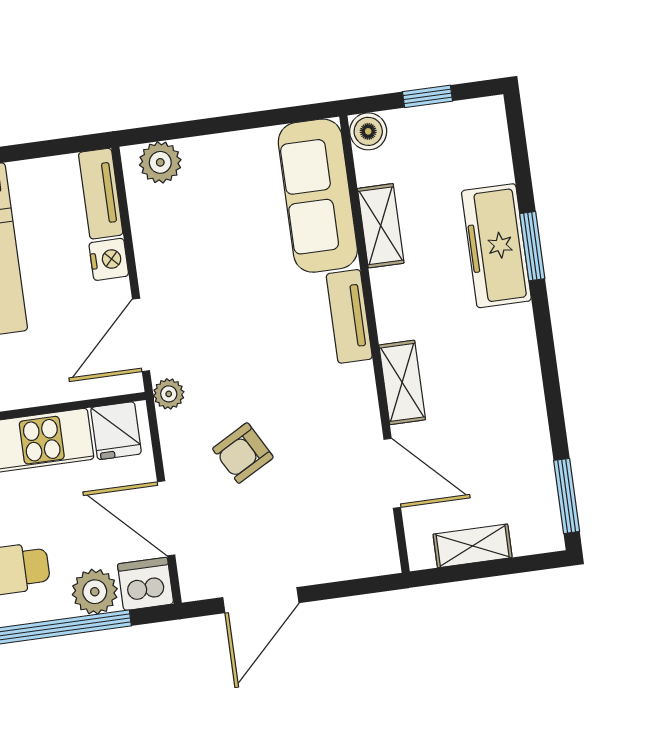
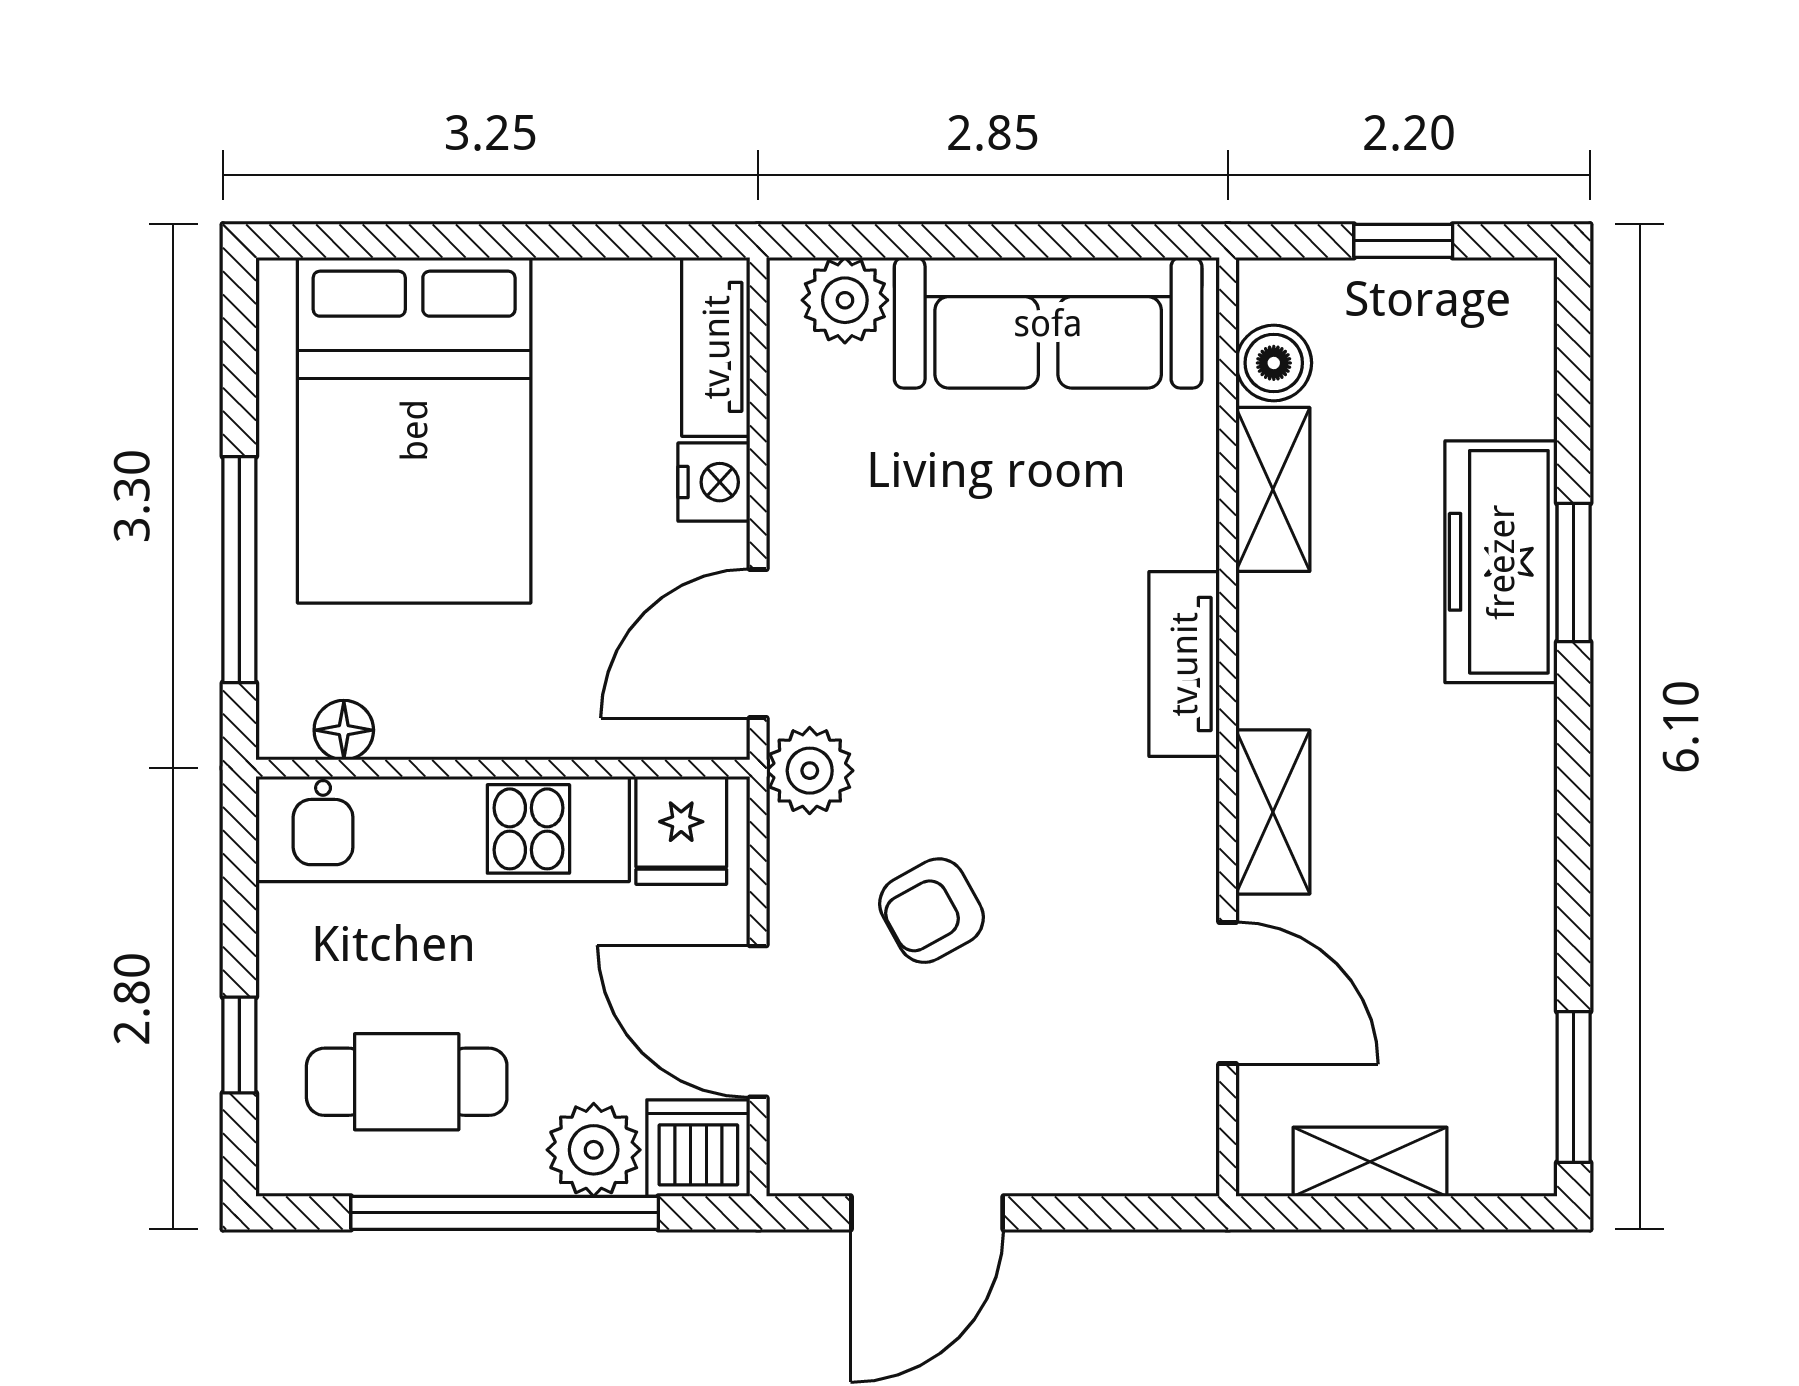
boiler: (368, 131) -> (1274, 363), moved
sofa: (318, 196) -> (1048, 323), moved, turned -90
plant: (169, 394) -> (810, 771), width x1.38, depth x1.38

